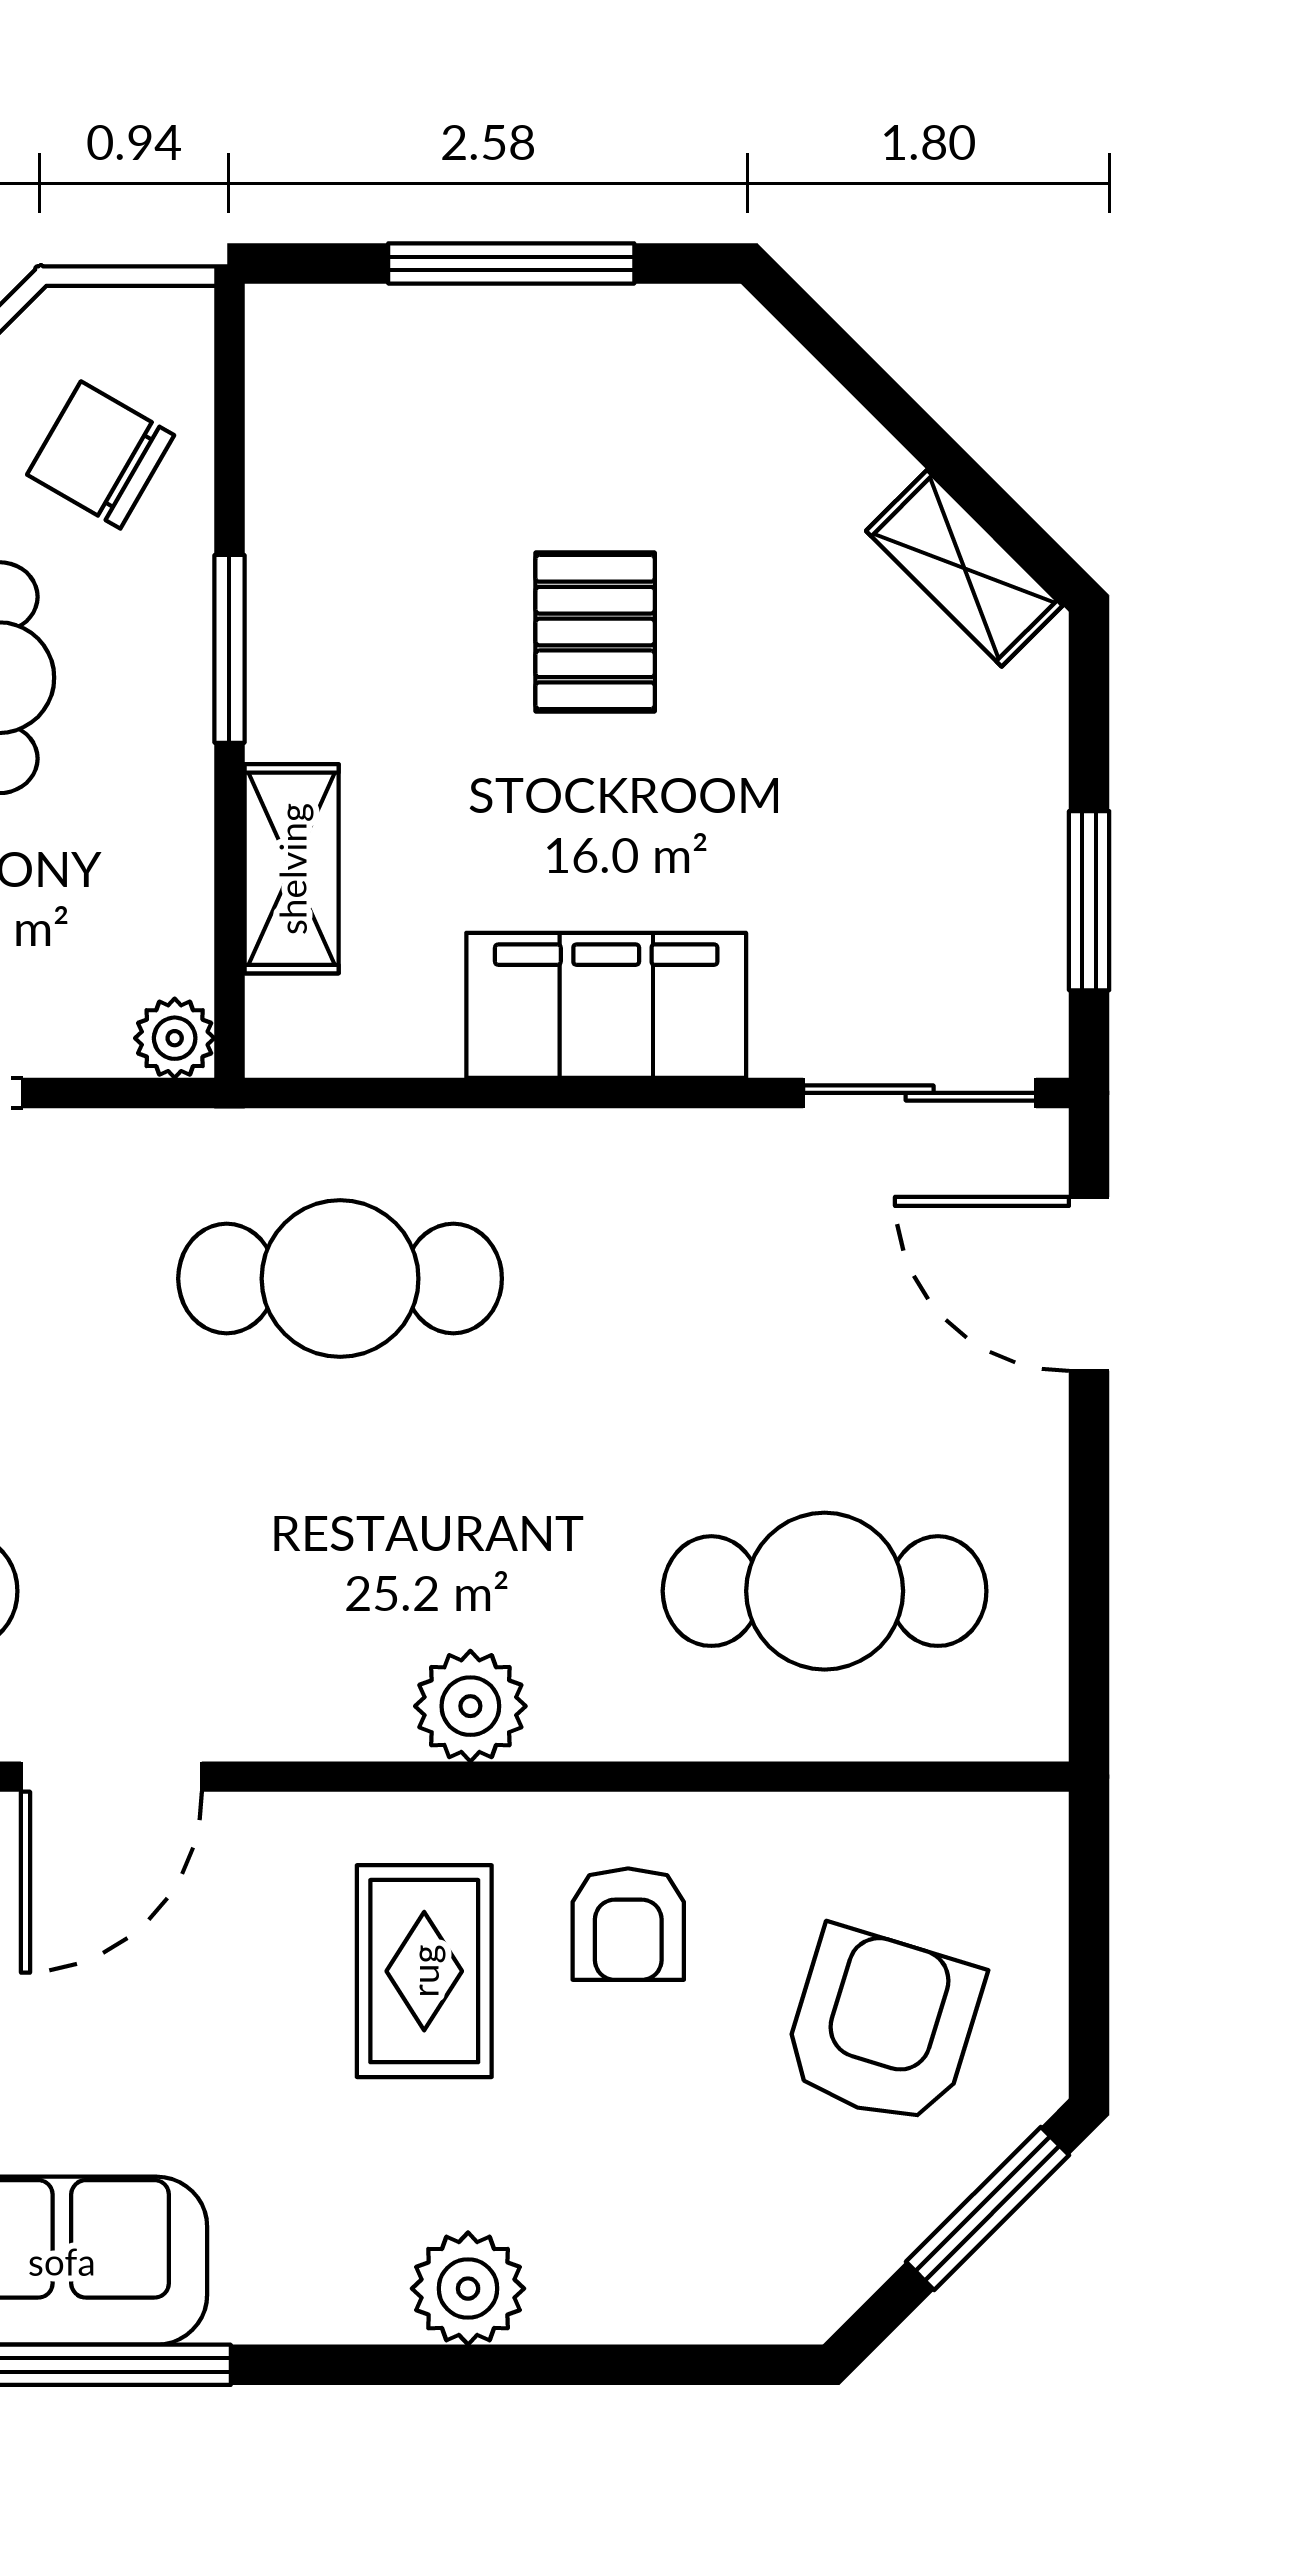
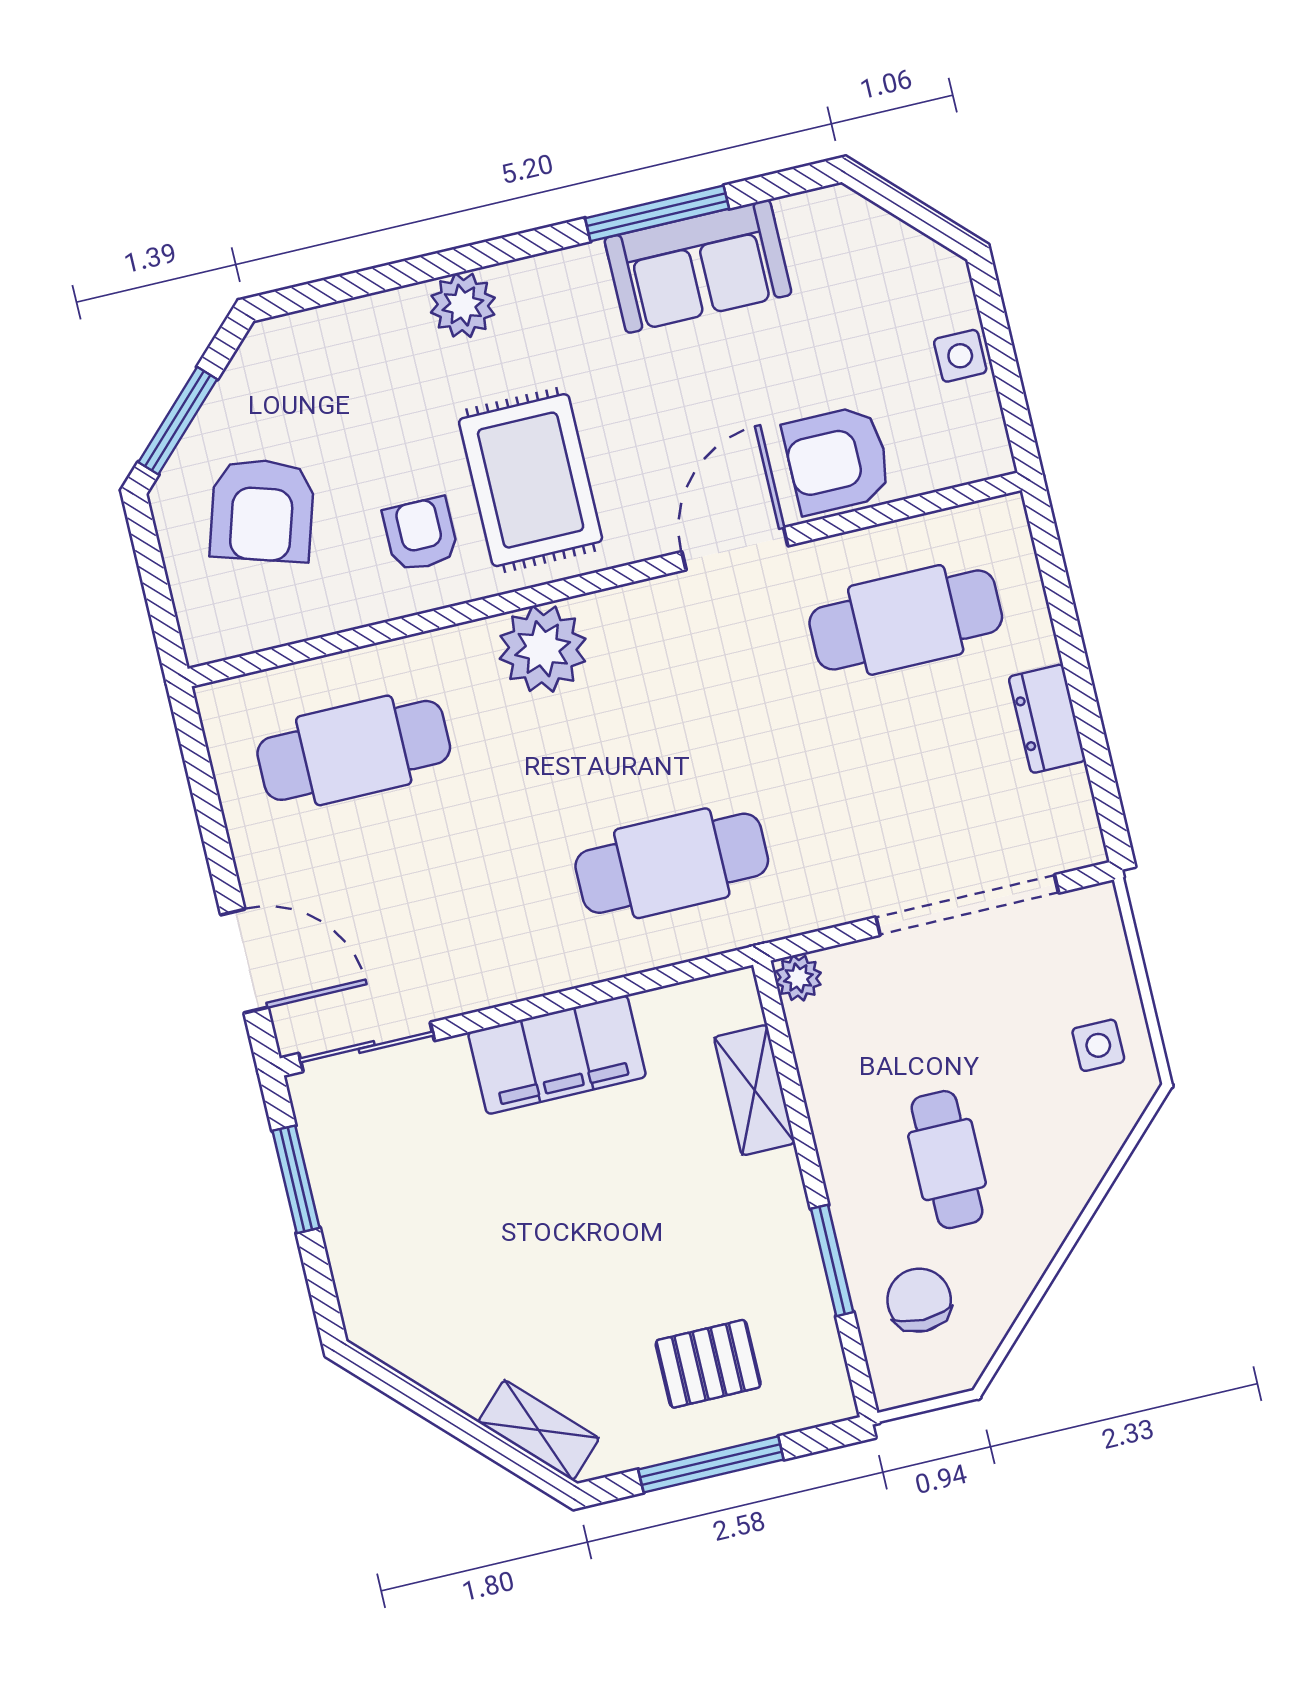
chair: (101, 455) -> (919, 1300), turned -120
shelving: (964, 568) -> (539, 1430), moved
pallet: (595, 632) -> (708, 1364), moved, turned 90
window: (229, 649) -> (832, 1260), moved
plant: (470, 1706) -> (543, 649), width x1.36, depth x1.36
rug: (424, 1971) -> (531, 480), width x1.36, depth x1.43

